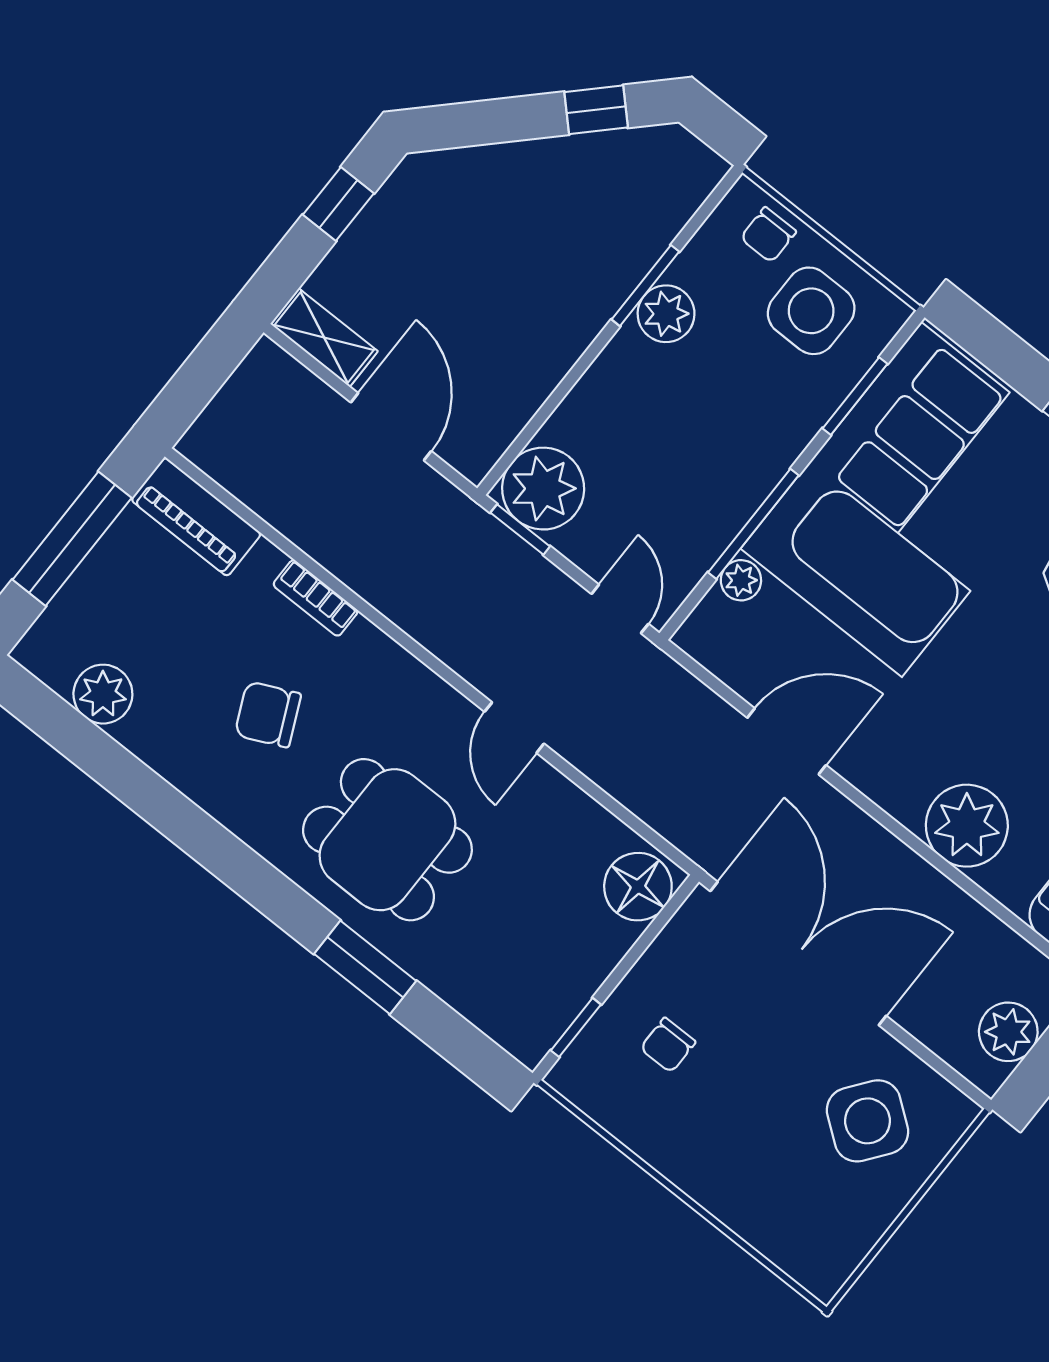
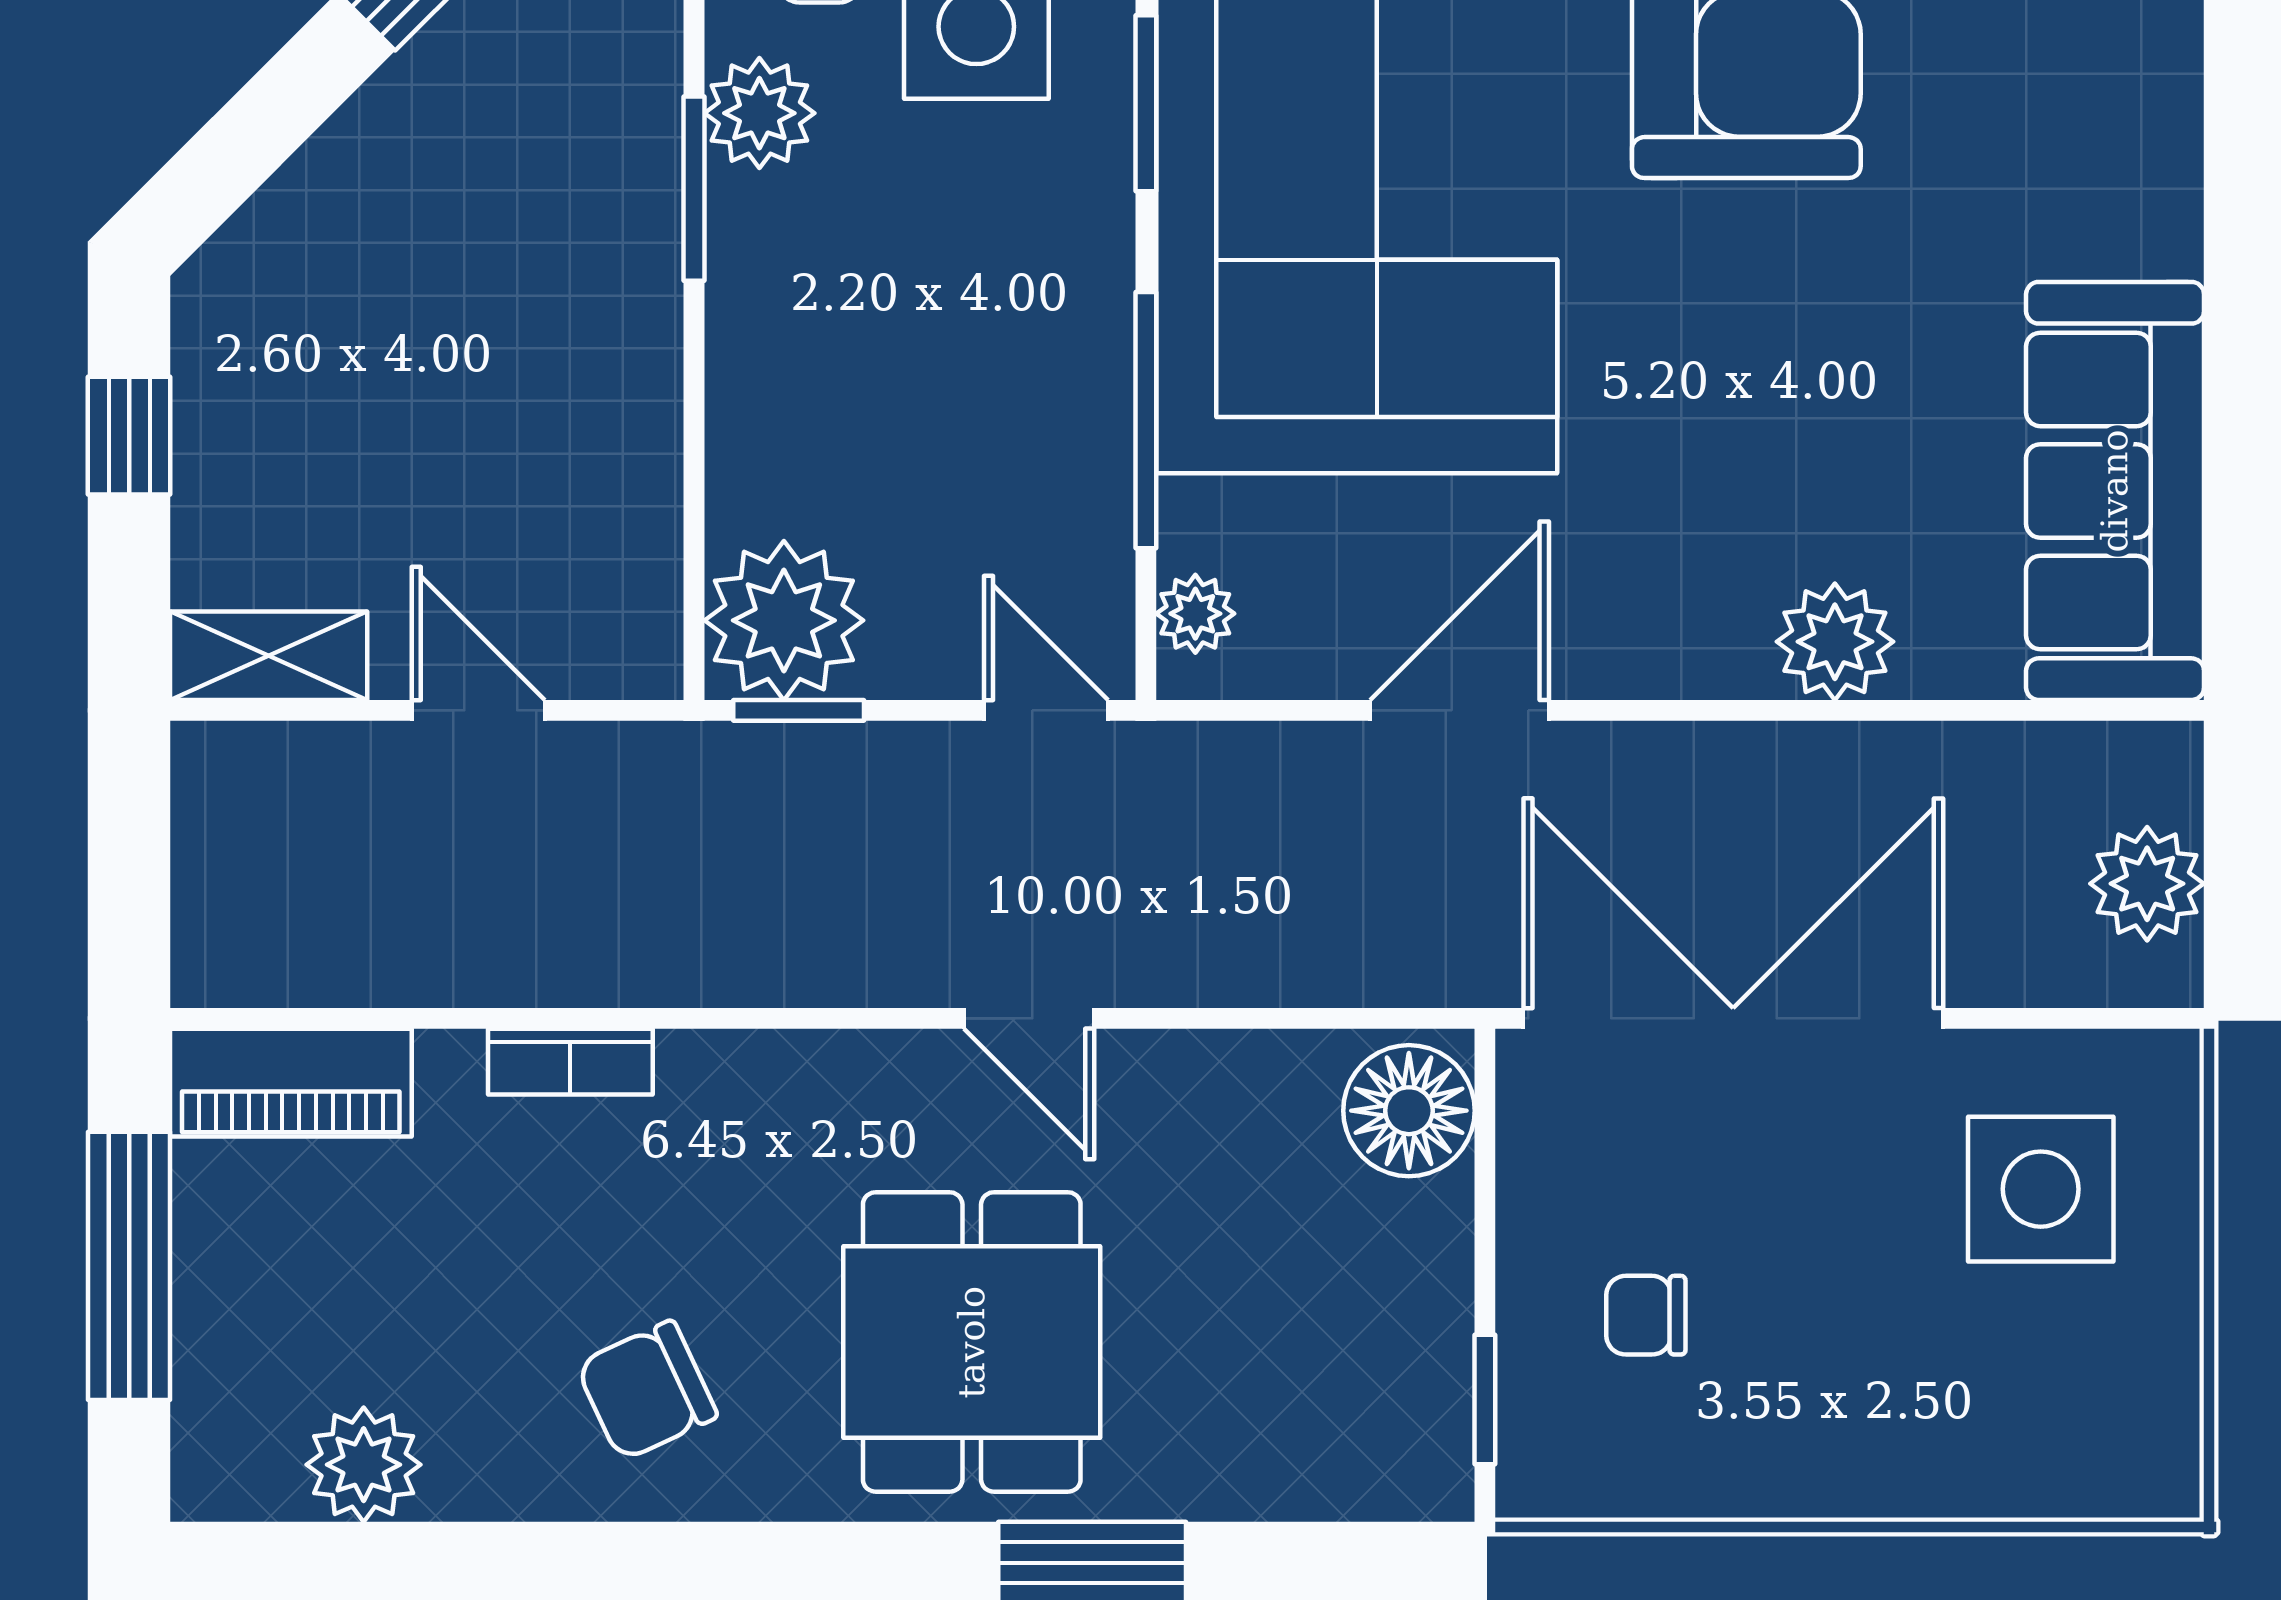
plant: (666, 314) -> (759, 113), moved
door: (391, 427) -> (478, 710), width x0.73
plant: (741, 580) -> (1195, 614), moved
chair: (268, 714) -> (647, 1391), moved
plant: (967, 826) -> (1835, 642), width x0.73, depth x0.73
dining table: (387, 840) -> (972, 1342), turned 90
chair: (668, 1045) -> (1646, 1315), turned 90
side table: (867, 1121) -> (2041, 1189), turned -37

